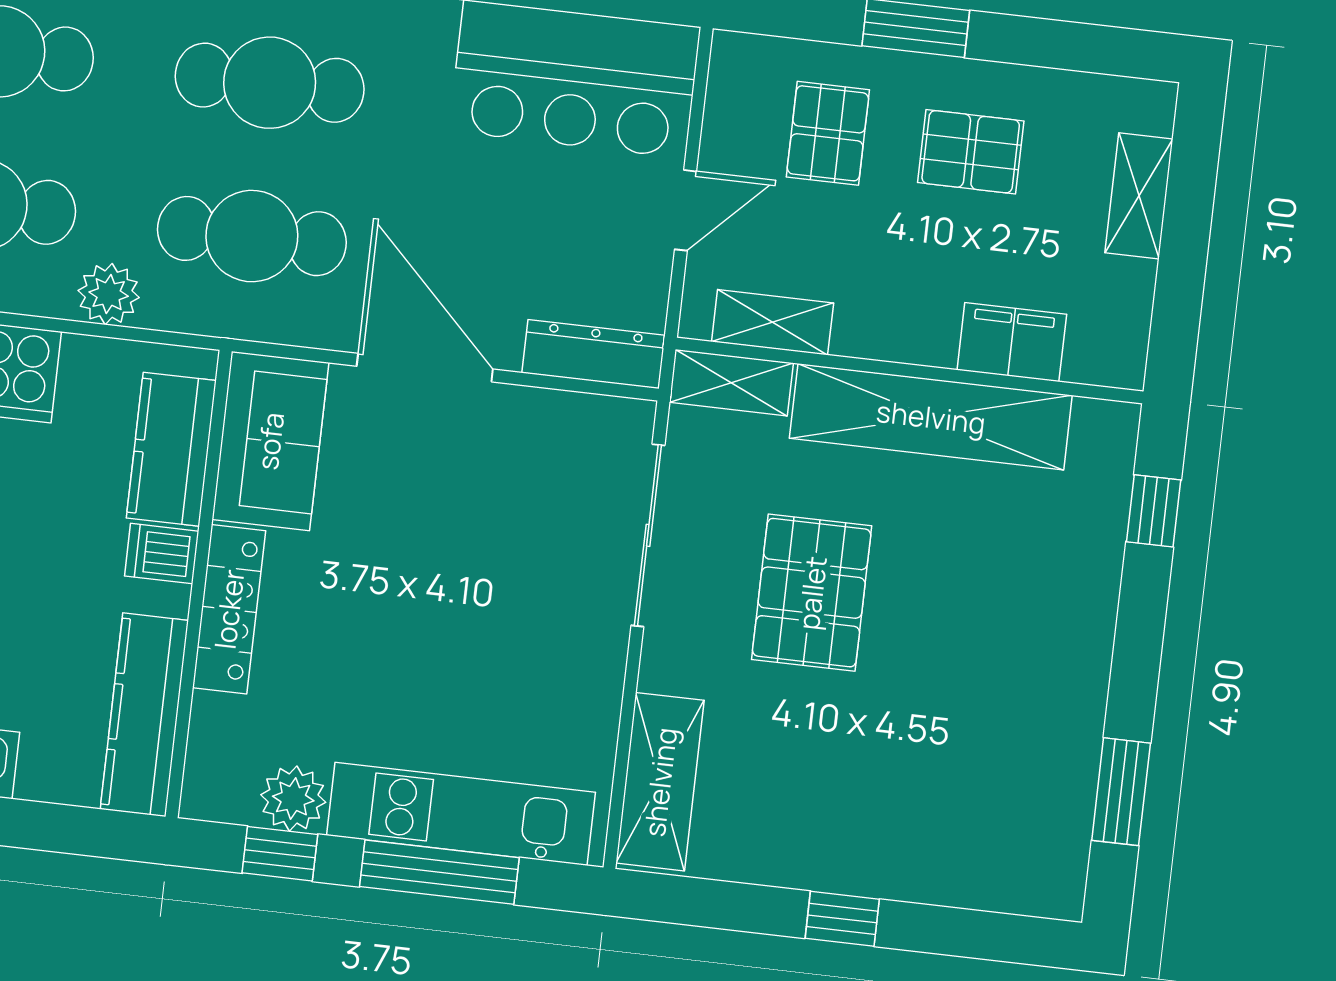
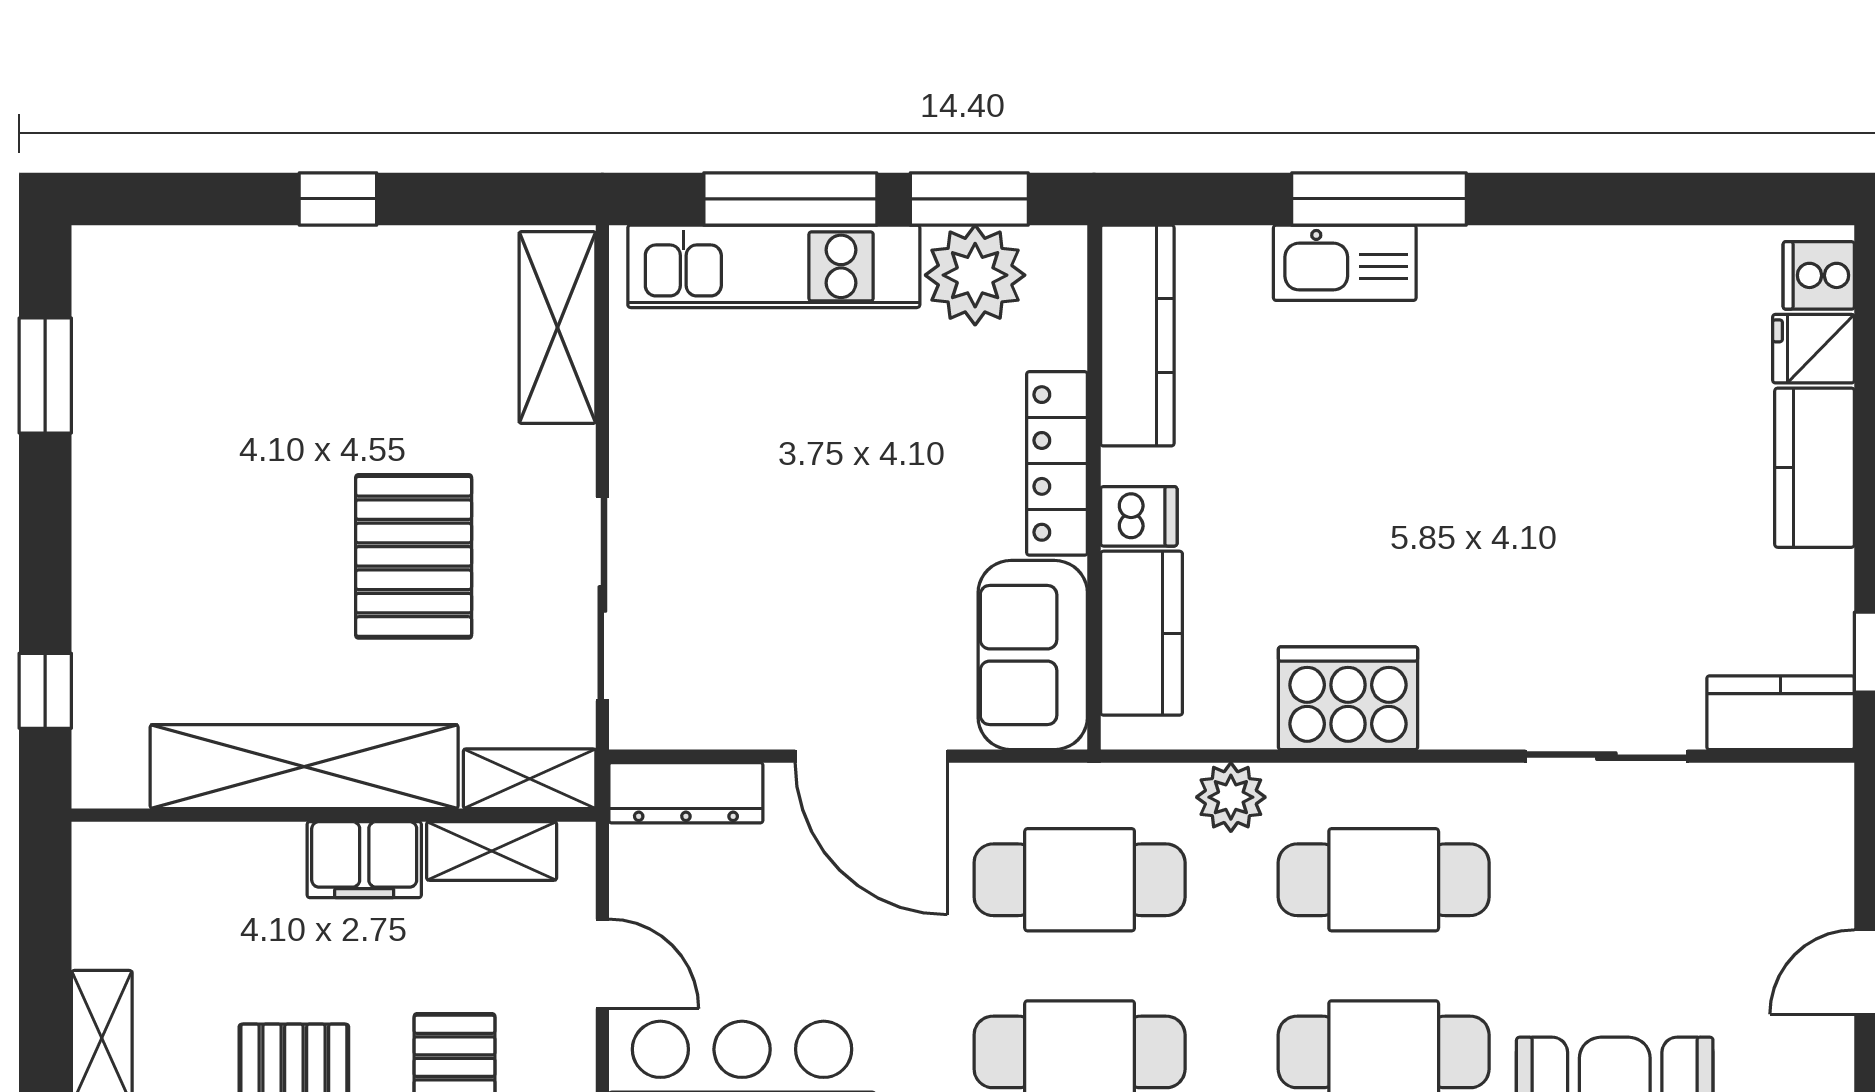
door: (686, 210) -> (602, 964), swing flipped
filing cabinet: (1012, 342) -> (364, 860), moved
plant: (293, 799) -> (975, 275), width x1.36, depth x1.36
window: (280, 854) -> (969, 199), width x1.50

